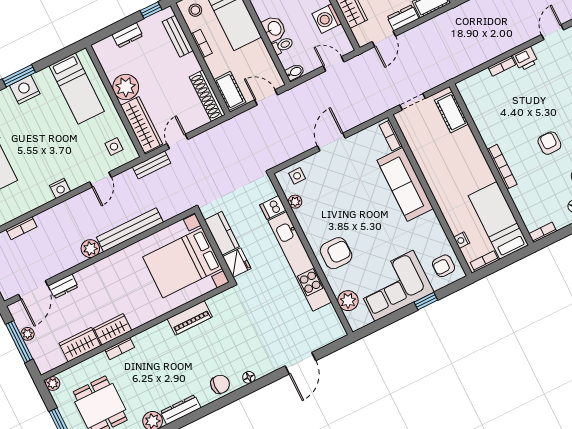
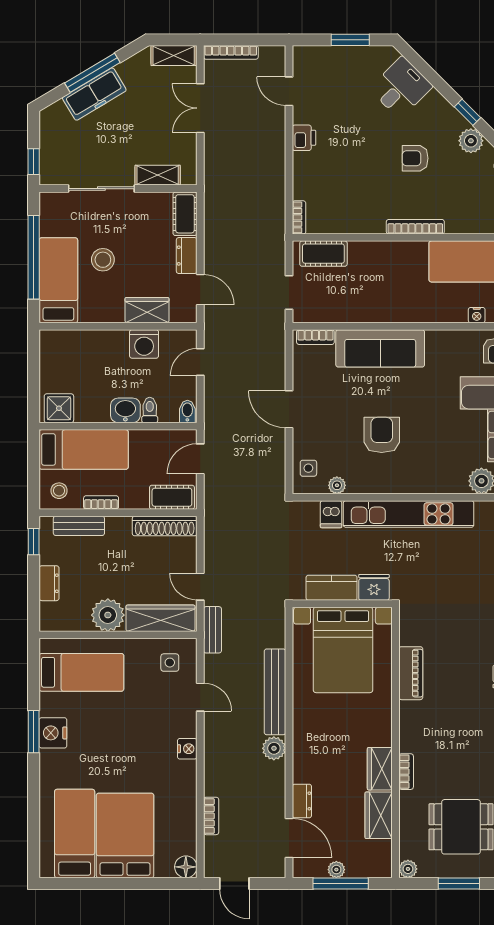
bookcase: (502, 66) -> (299, 217), moved
armchair: (336, 253) -> (382, 435), moved

